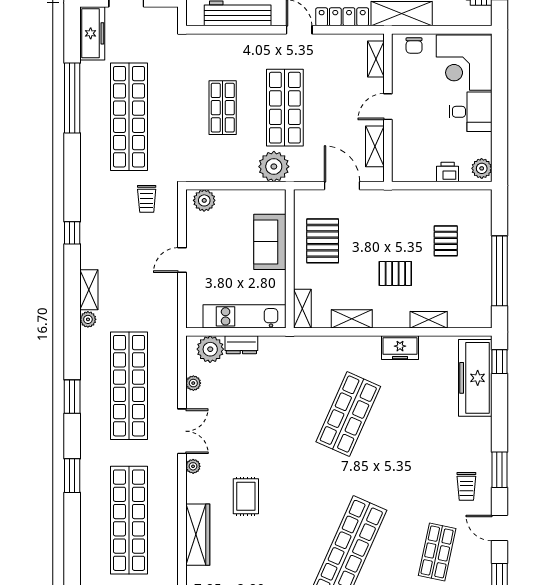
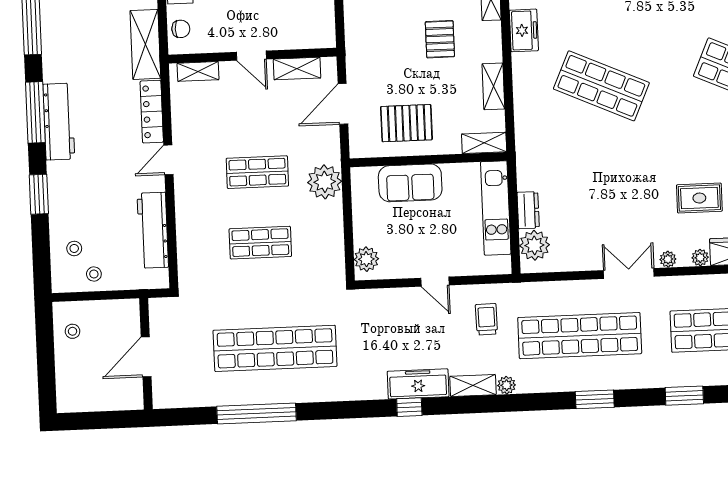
freezer: (92, 33) -> (418, 384), moved
shop shelf: (285, 108) -> (257, 172), width x0.70, depth x0.74
trolley: (147, 199) -> (486, 319), moved, turned -91
plant: (193, 383) -> (700, 258), moved

